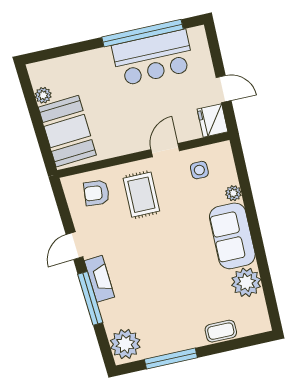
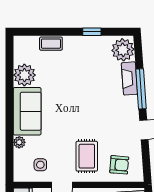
fireplace: (99, 279) -> (129, 78), moved
window: (171, 359) -> (92, 32), width x0.46

